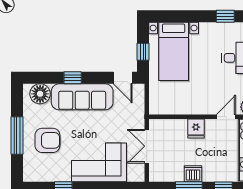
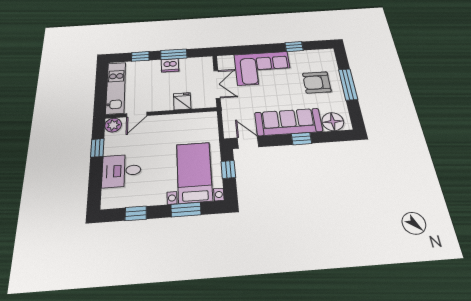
window: (182, 16) -> (186, 210), added
fridge: (196, 129) -> (182, 101), moved

